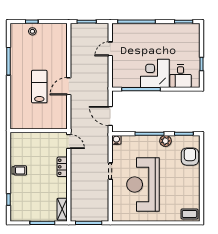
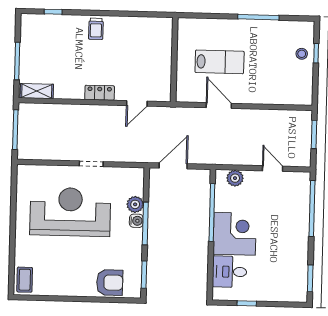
plant: (117, 74) -> (235, 178), added
wall: (39, 131) -> (174, 60), moved
water cooler: (116, 140) -> (136, 221), moved
plant: (165, 141) -> (135, 204), moved

